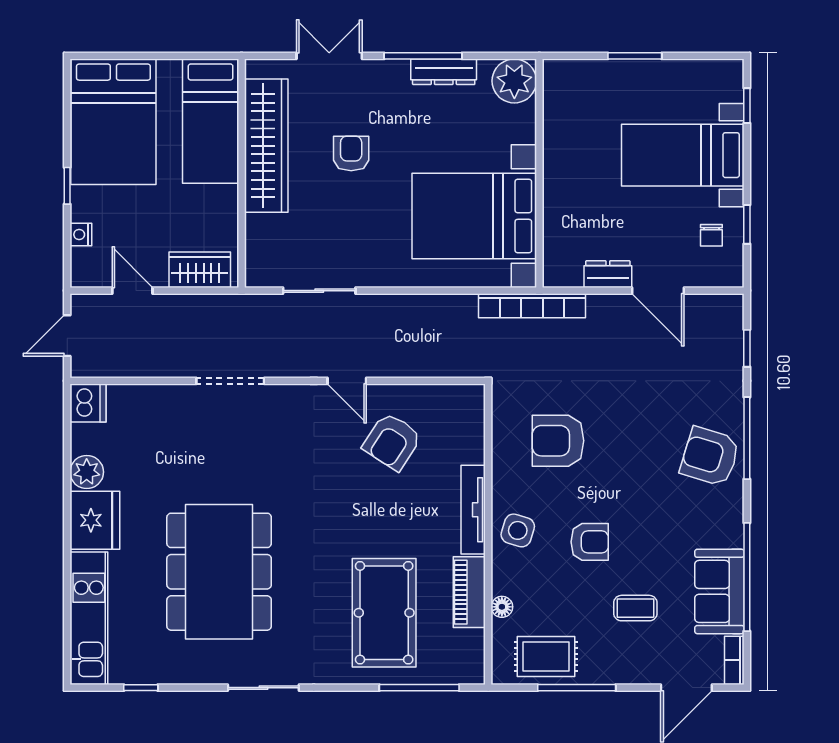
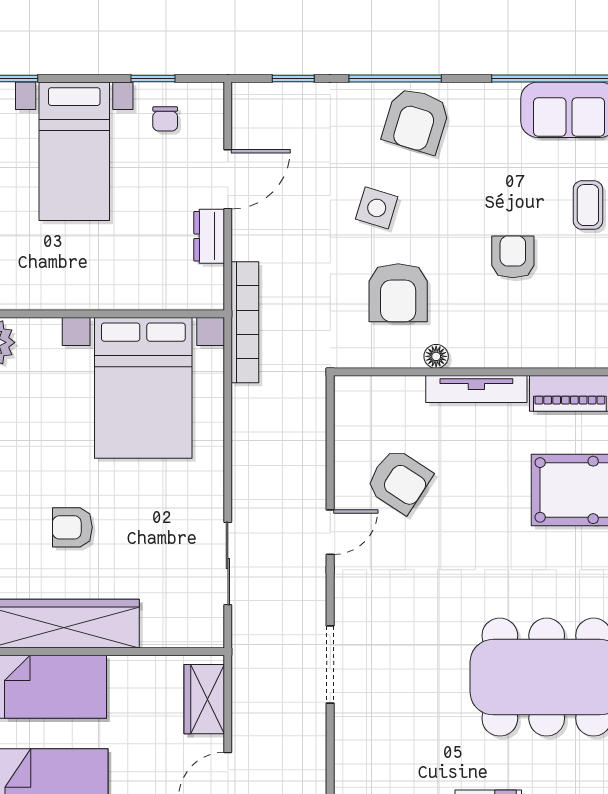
chair: (711, 235) -> (165, 119), turned 90
side table: (518, 530) -> (377, 208), moved
floor lamp: (502, 607) -> (436, 356), moved

